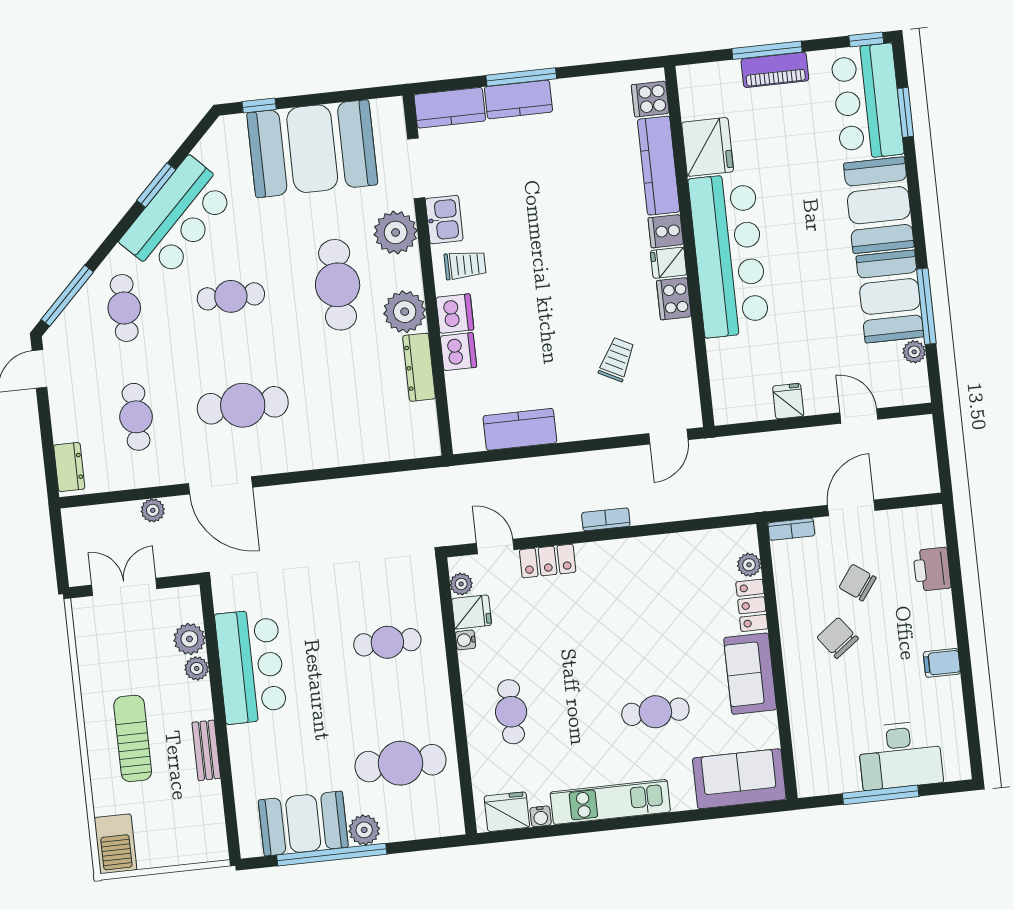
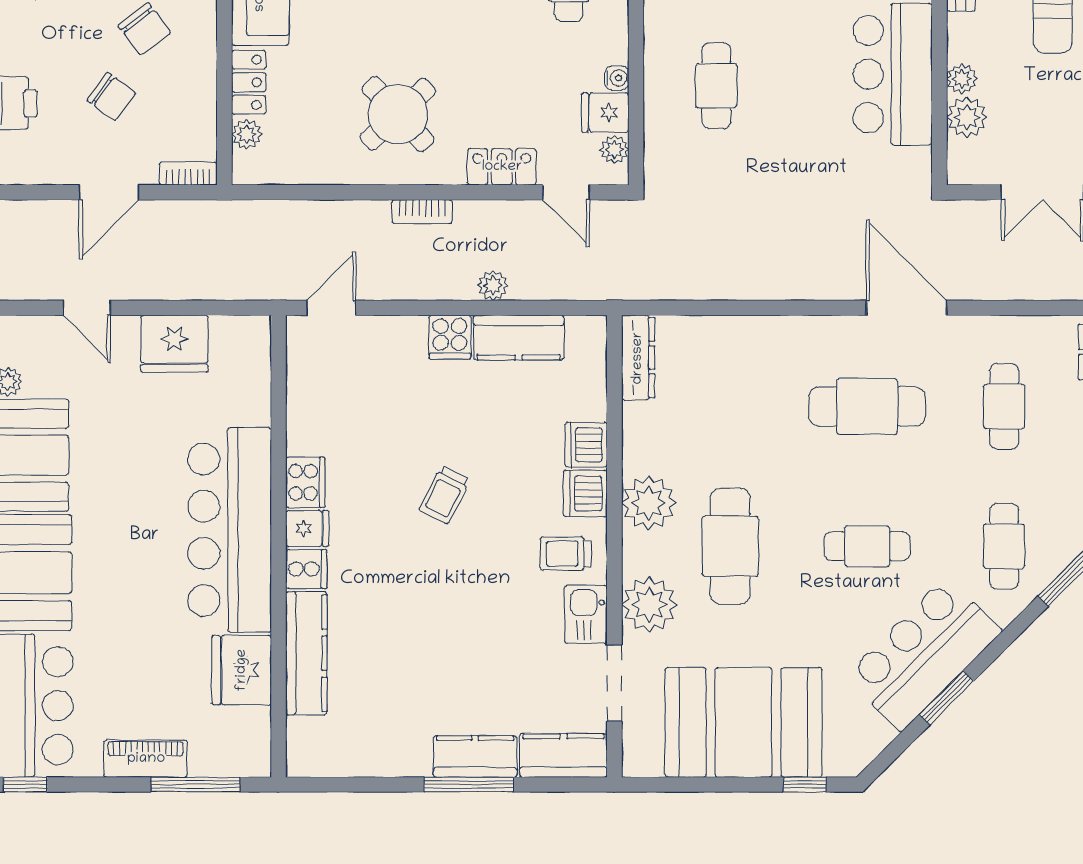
window: (767, 50) -> (195, 785), moved
cooker: (650, 99) -> (450, 337), moved, turned 90
trolley: (617, 359) -> (444, 495), moved
dresser: (419, 367) -> (638, 358), moved
fridge: (788, 401) -> (174, 344), width x1.88, depth x1.34
plant: (153, 510) -> (493, 285), moved
round table: (633, 593) -> (398, 114), added
cafe table: (387, 642) -> (716, 86), turned 90

